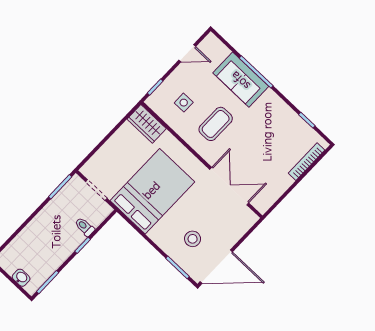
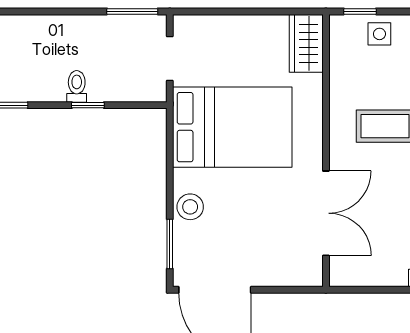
side table: (184, 103) -> (379, 34), moved
toilet: (85, 227) -> (77, 86), moved
stool: (193, 239) -> (190, 207), moved

